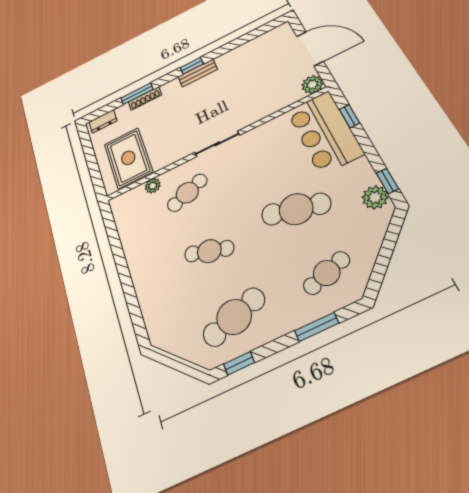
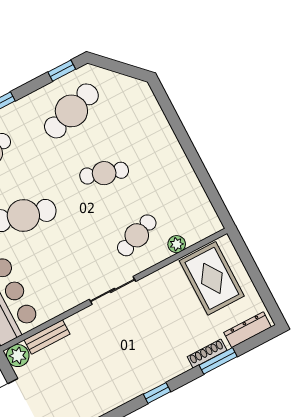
bench: (198, 73) -> (47, 337), moved
dresser: (103, 121) -> (248, 330), width x1.44

